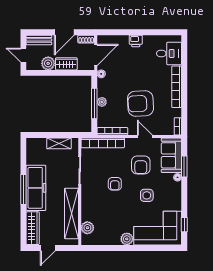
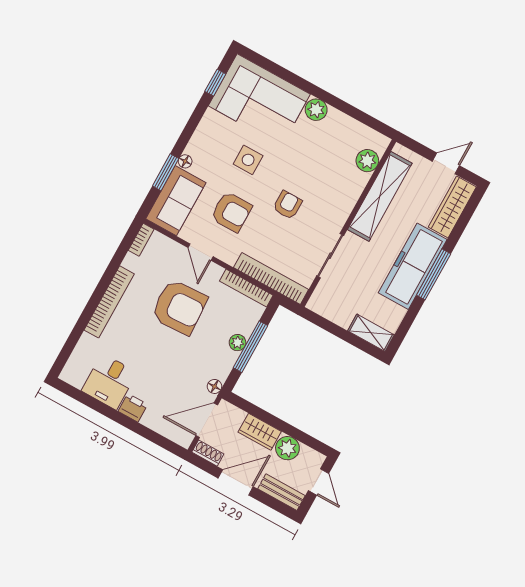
desk: (169, 53) -> (109, 382), moved, turned -90
shelving: (59, 143) -> (371, 333), moved
armchair: (141, 165) -> (231, 212), turned 90

